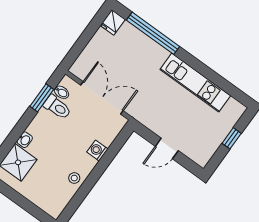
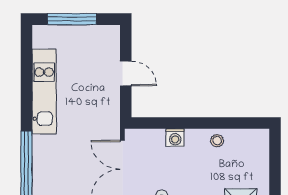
window: (232, 138) -> (72, 19), width x2.17

